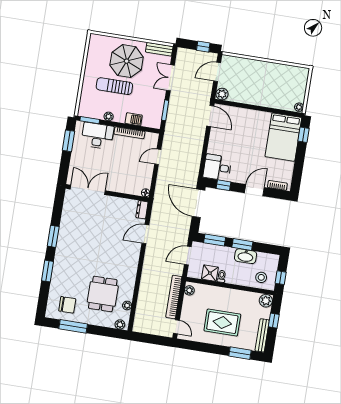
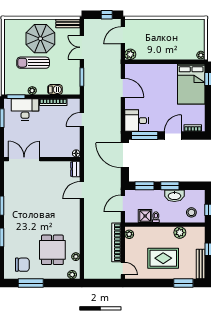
door: (210, 116) -> (123, 88), moved
window: (223, 185) -> (145, 136), width x2.17
plant: (266, 301) -> (180, 233), moved

